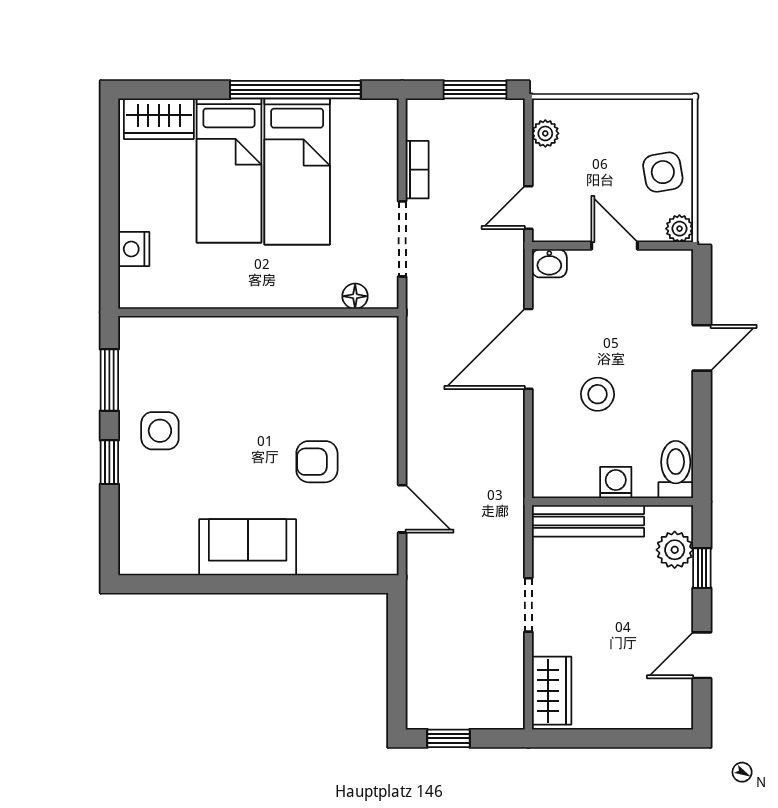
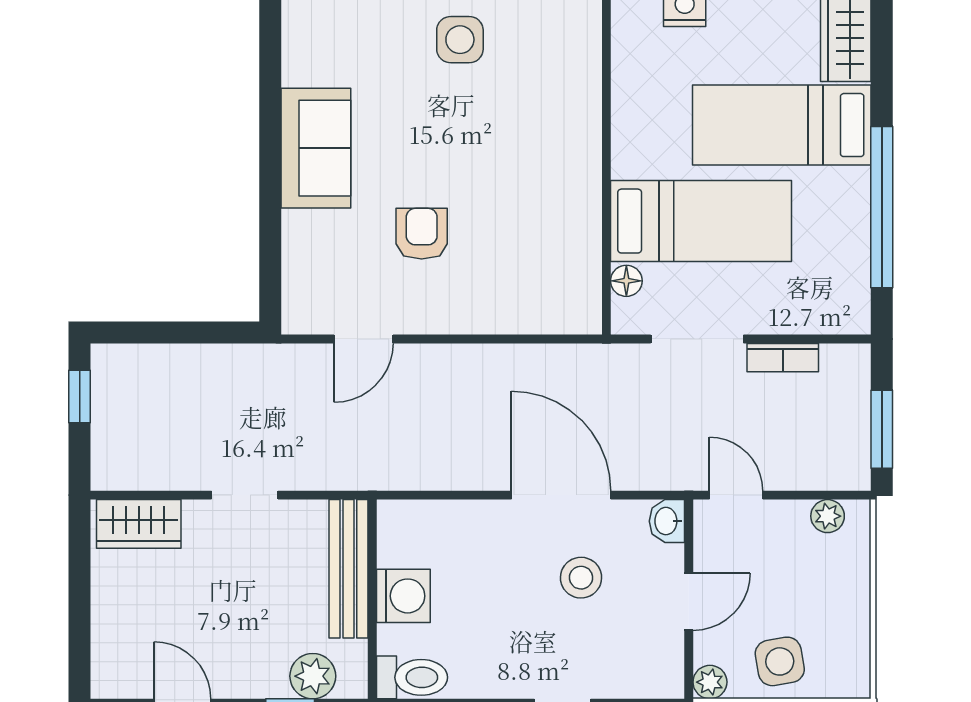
bed: (297, 171) -> (701, 221), moved, turned 180
stool: (597, 394) -> (581, 578), moved
washing machine: (616, 483) -> (403, 596), width x1.38, depth x1.38

